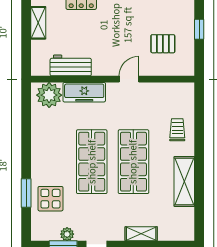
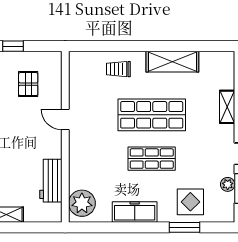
freezer: (84, 92) -> (135, 212), moved, turned -90
shop shelf: (92, 162) -> (152, 159), width x0.70, depth x0.74

